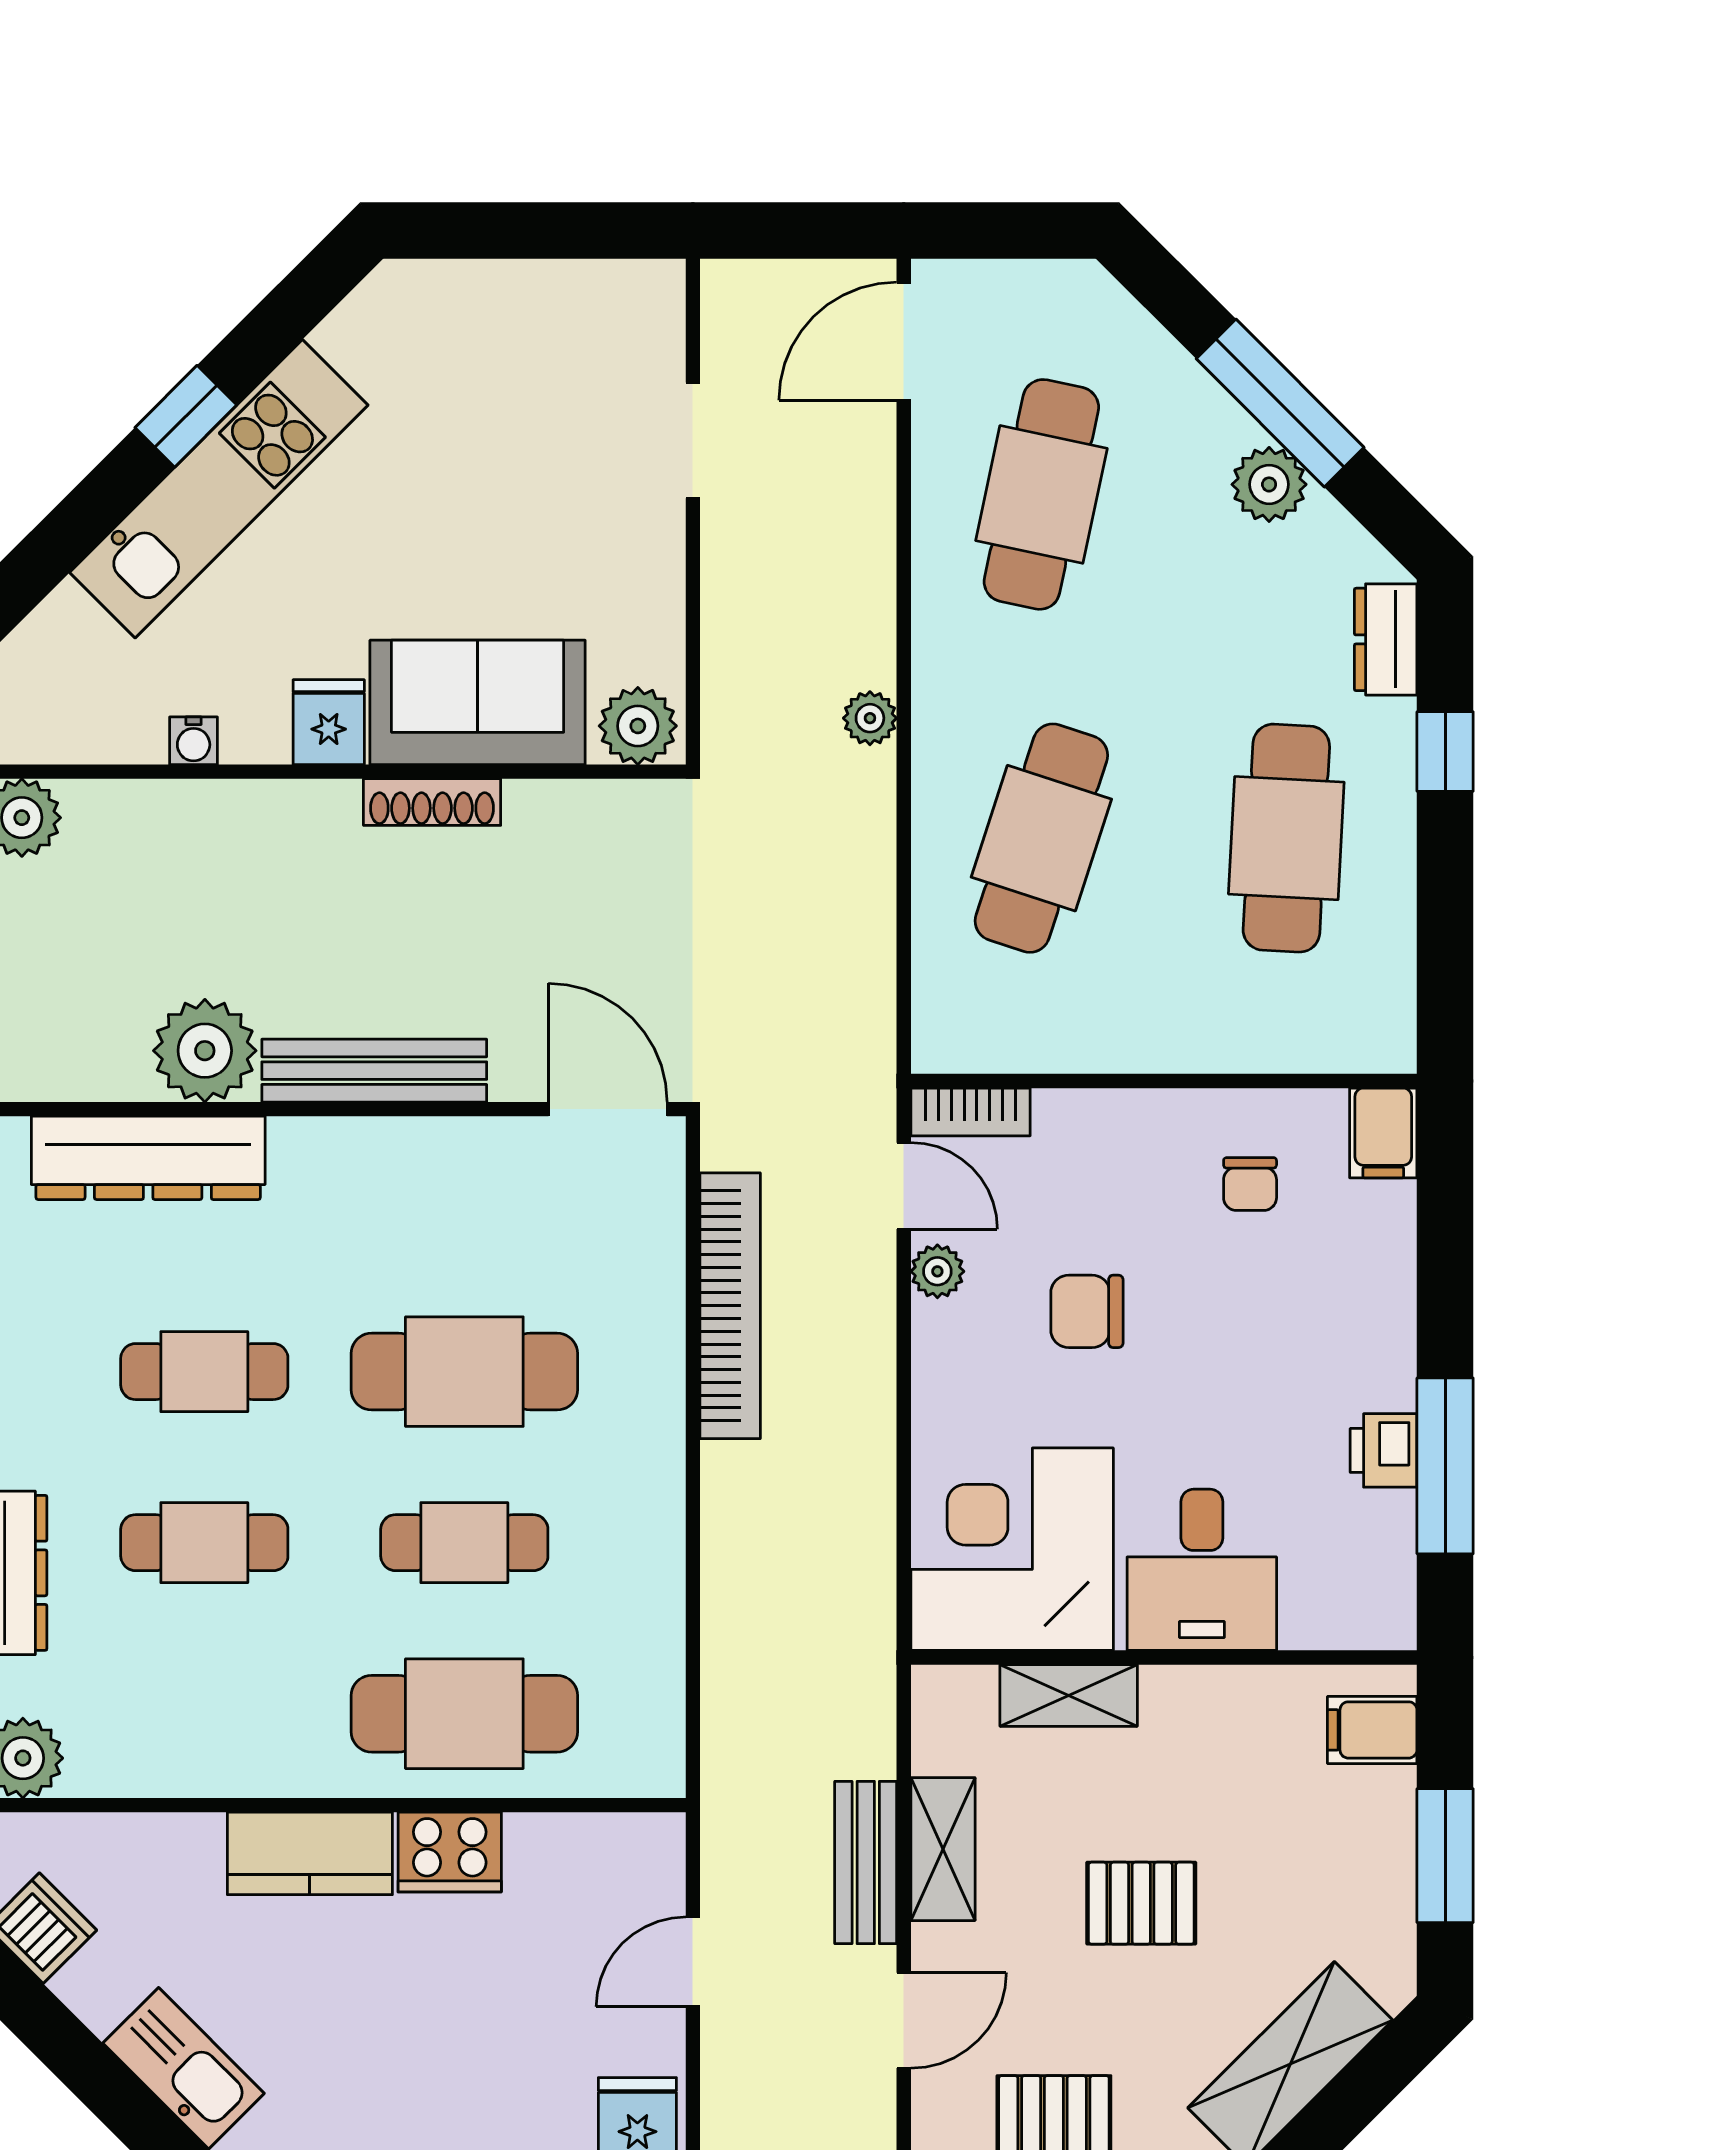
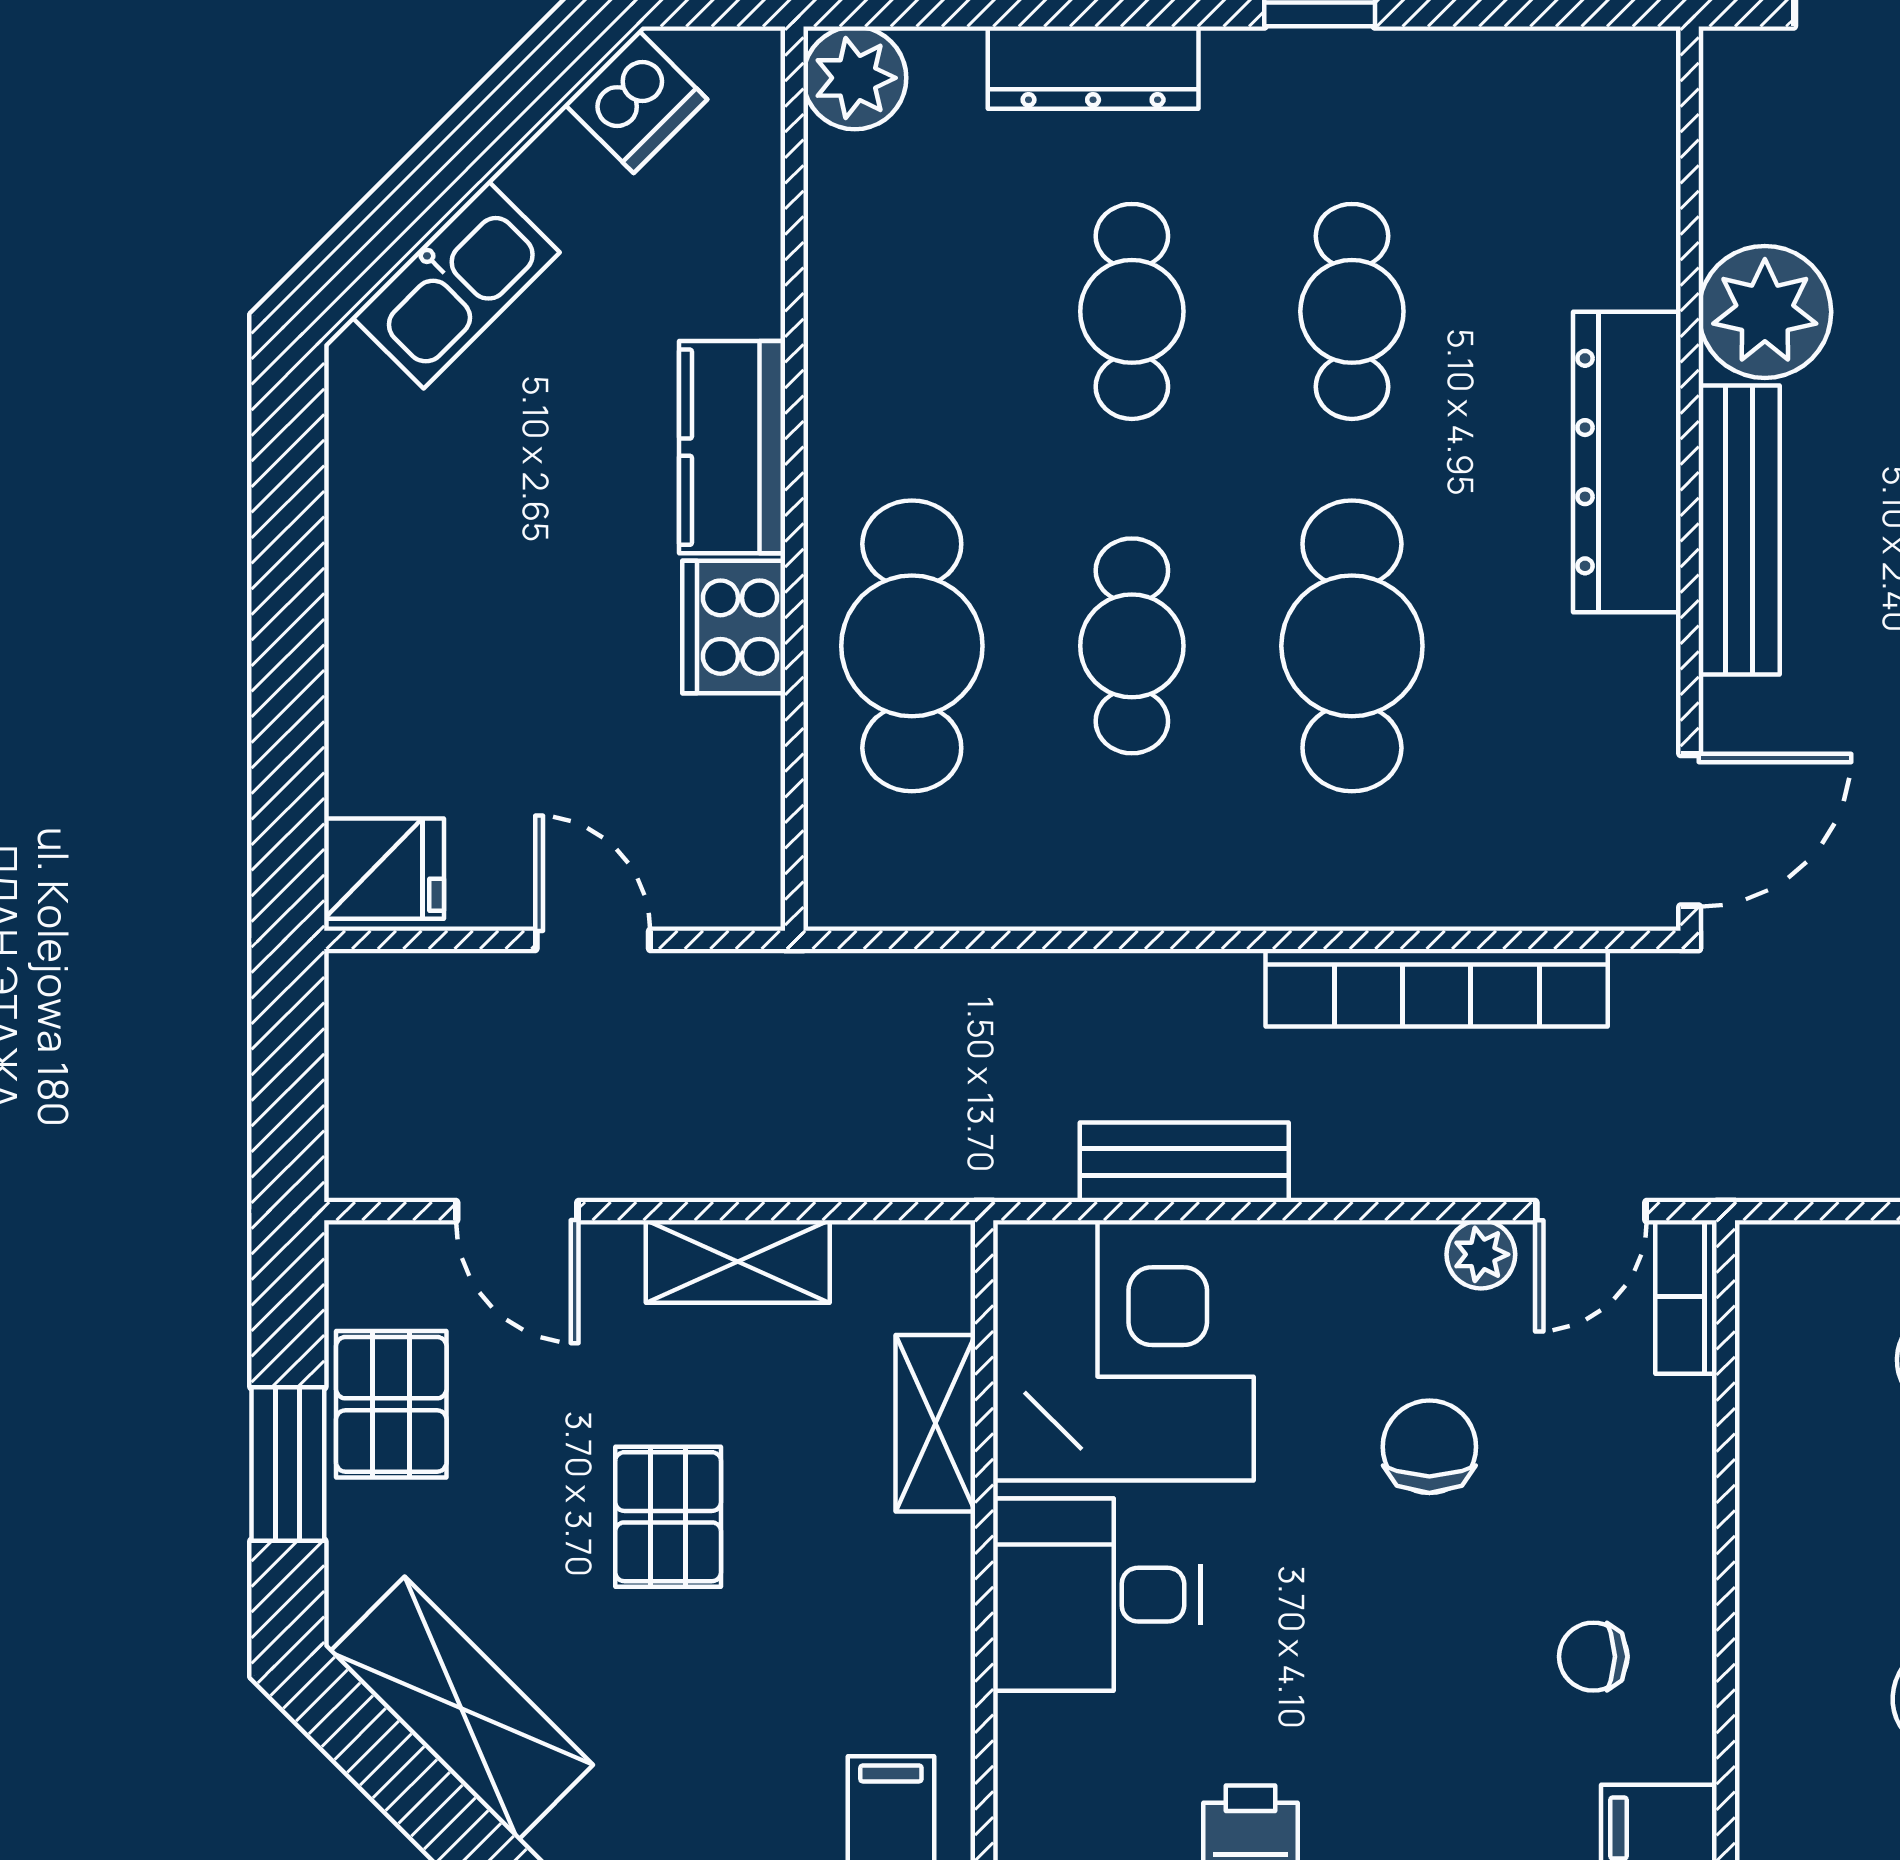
dresser: (148, 1158) -> (1627, 462), moved
bench: (866, 1862) -> (1184, 1162), moved

